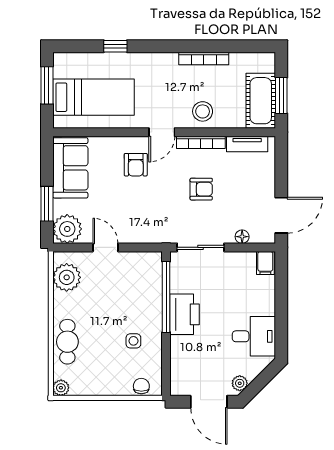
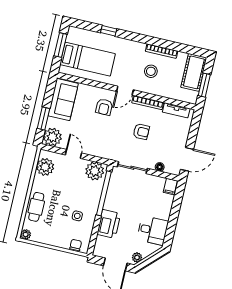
cot: (261, 101) -> (194, 72), moved
stool: (203, 111) -> (151, 71), moved
plant: (144, 266) -> (95, 171), added
printer: (185, 314) -> (109, 224), moved

